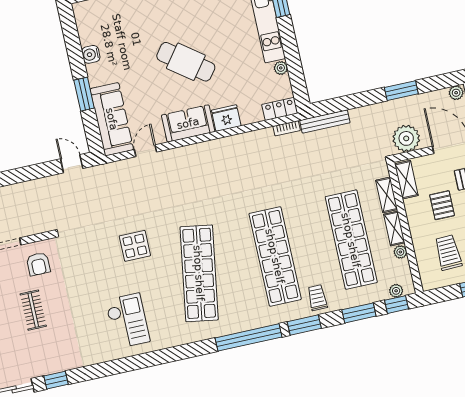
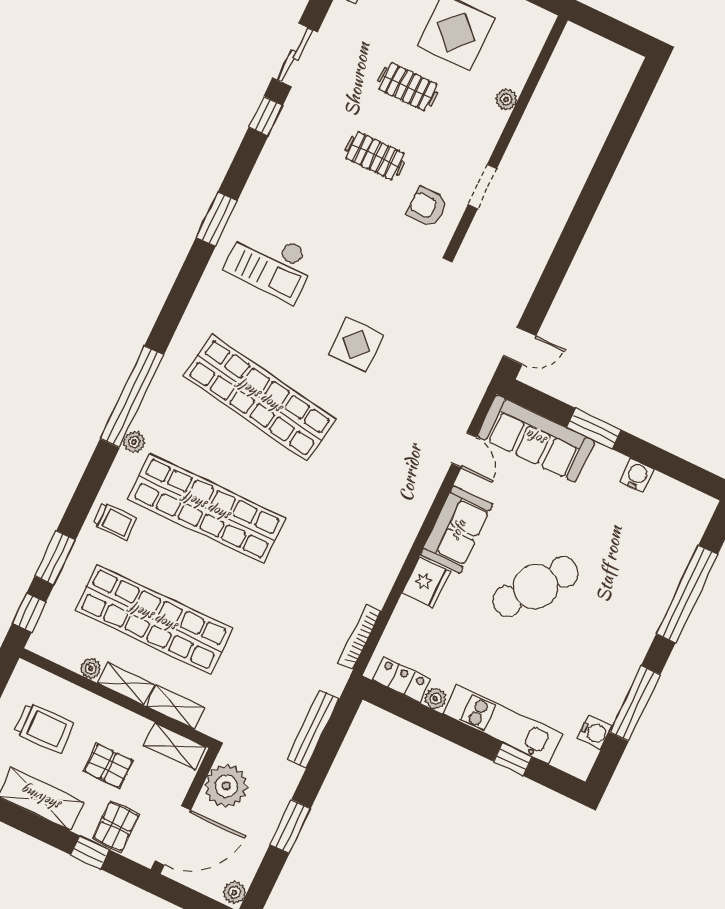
locker: (280, 109) -> (401, 679), moved, turned -90
bench: (325, 122) -> (313, 729), moved
bookcase: (287, 128) -> (360, 637), width x1.56
plant: (396, 291) -> (134, 442), moved
window: (304, 325) -> (217, 219), moved

